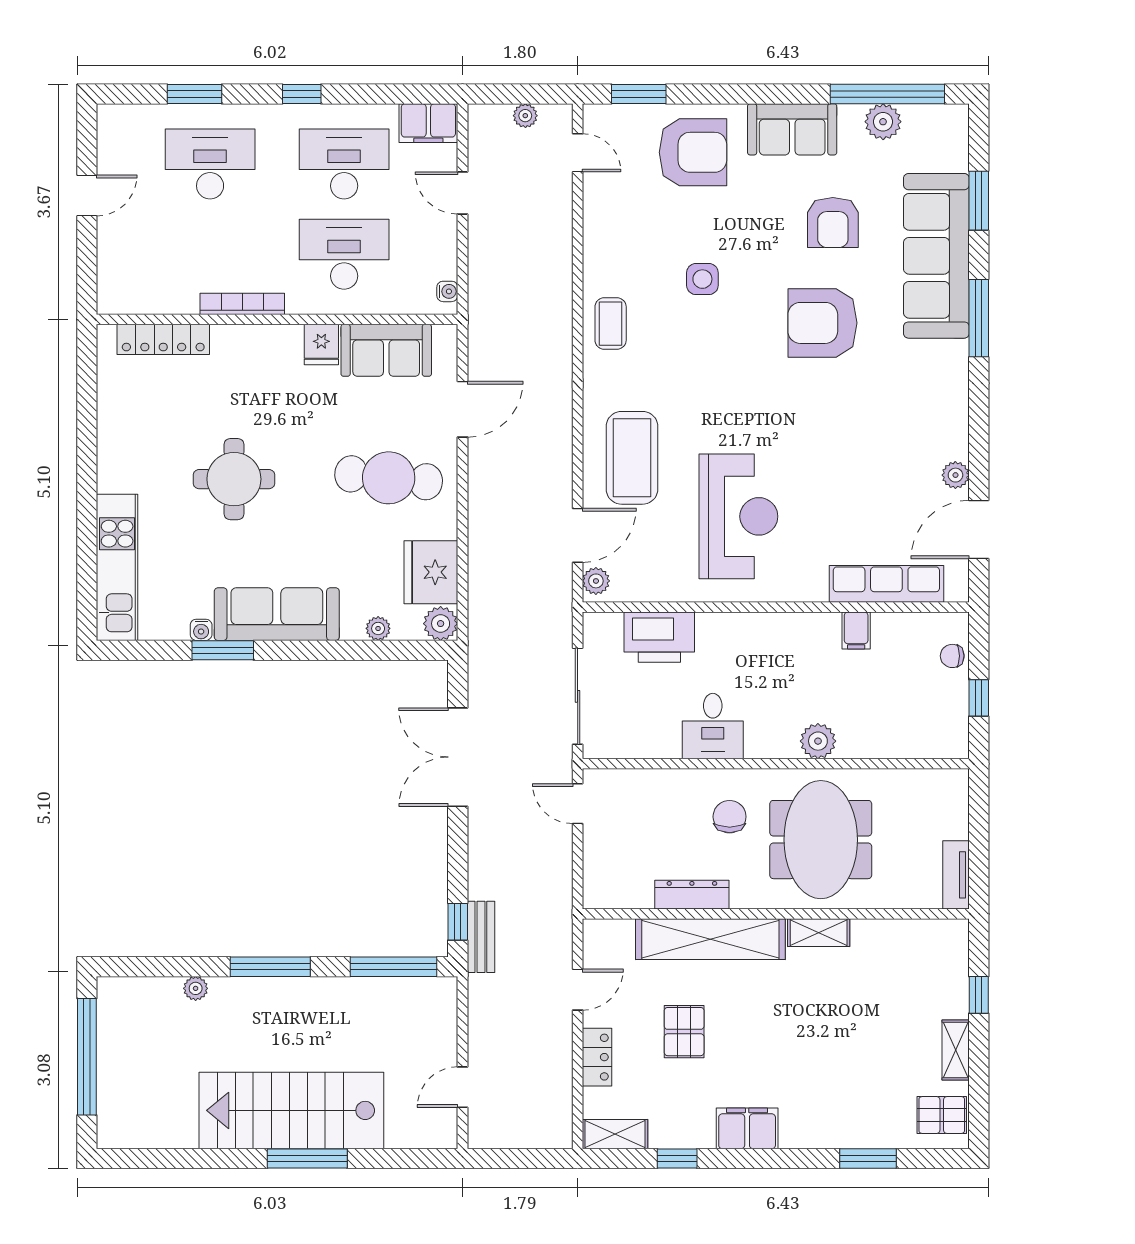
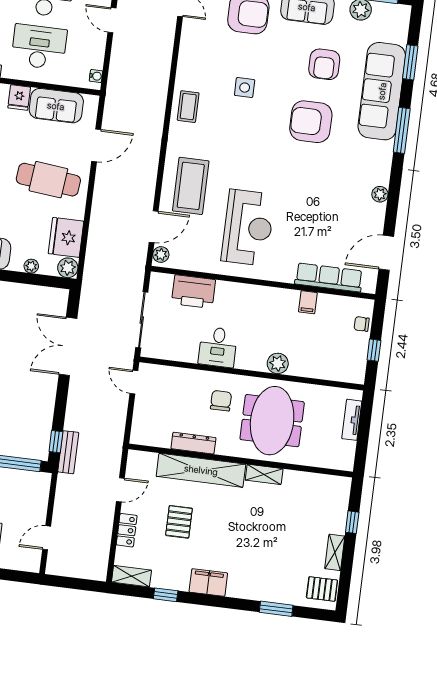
plant: (955, 475) -> (380, 194), moved
tv unit: (956, 875) -> (352, 420), moved

